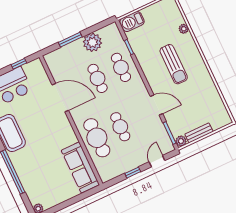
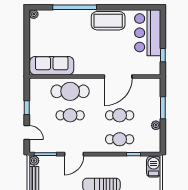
plant: (92, 42) -> (156, 125), width x0.53, depth x0.53

